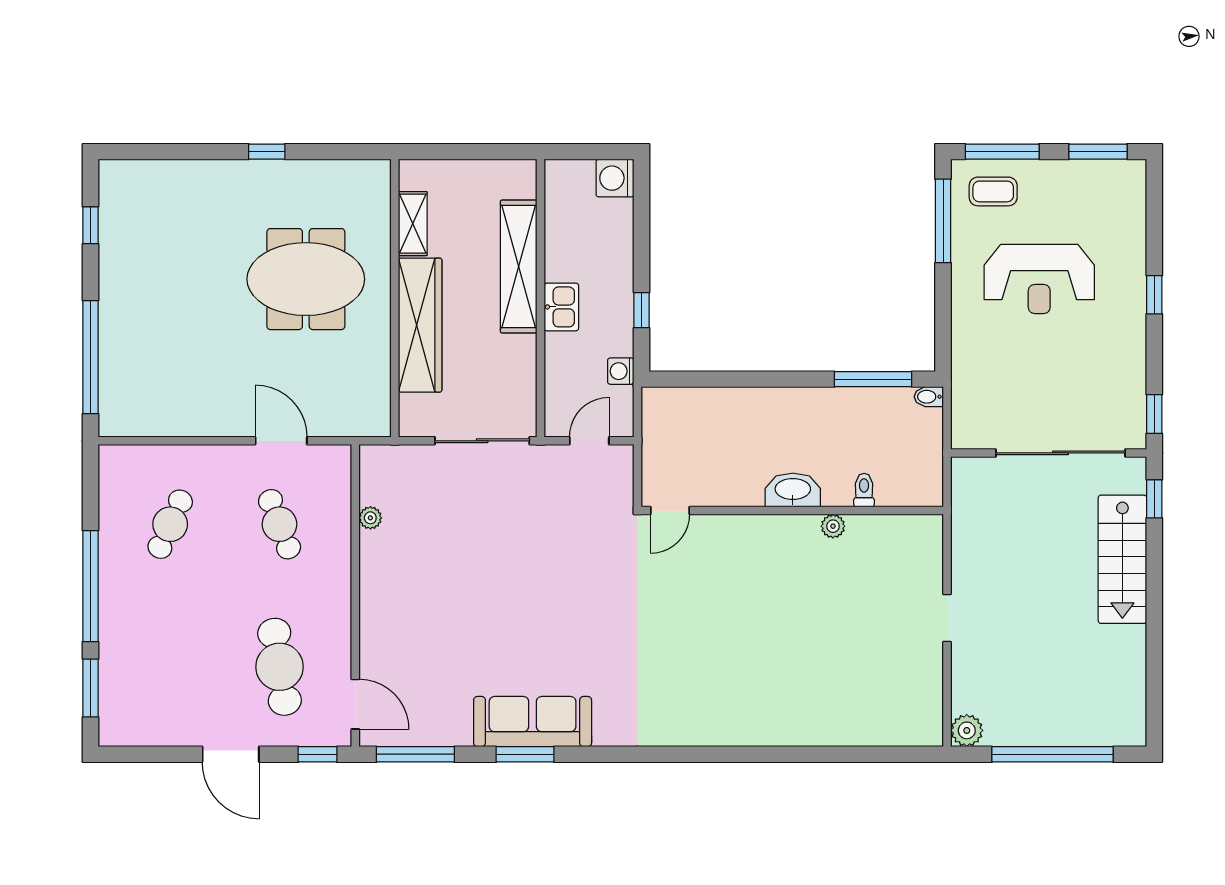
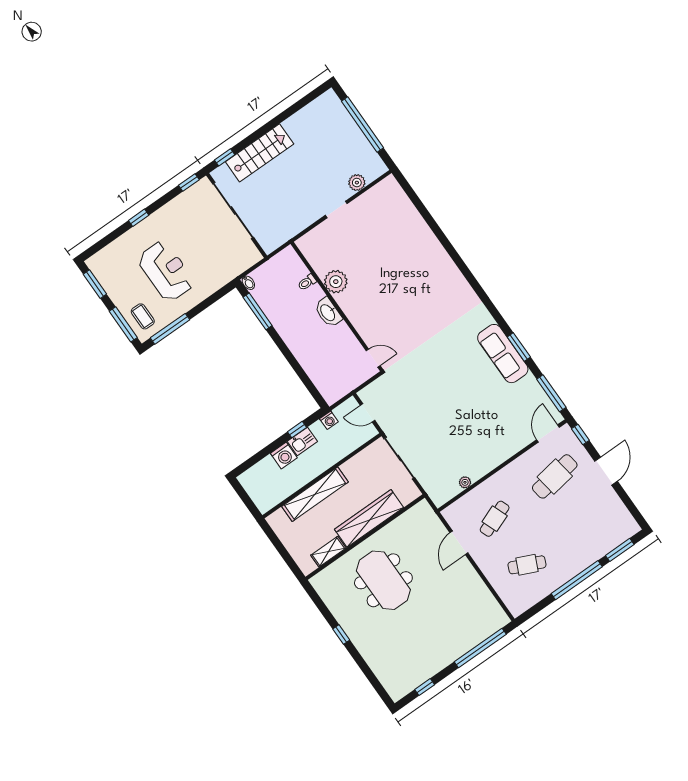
washing machine: (615, 178) -> (284, 456), moved
kitchen sink: (561, 307) -> (302, 441), moved, turned 180
plant: (833, 526) -> (336, 282), width x1.88, depth x1.88
plant: (967, 730) -> (357, 183), moved

